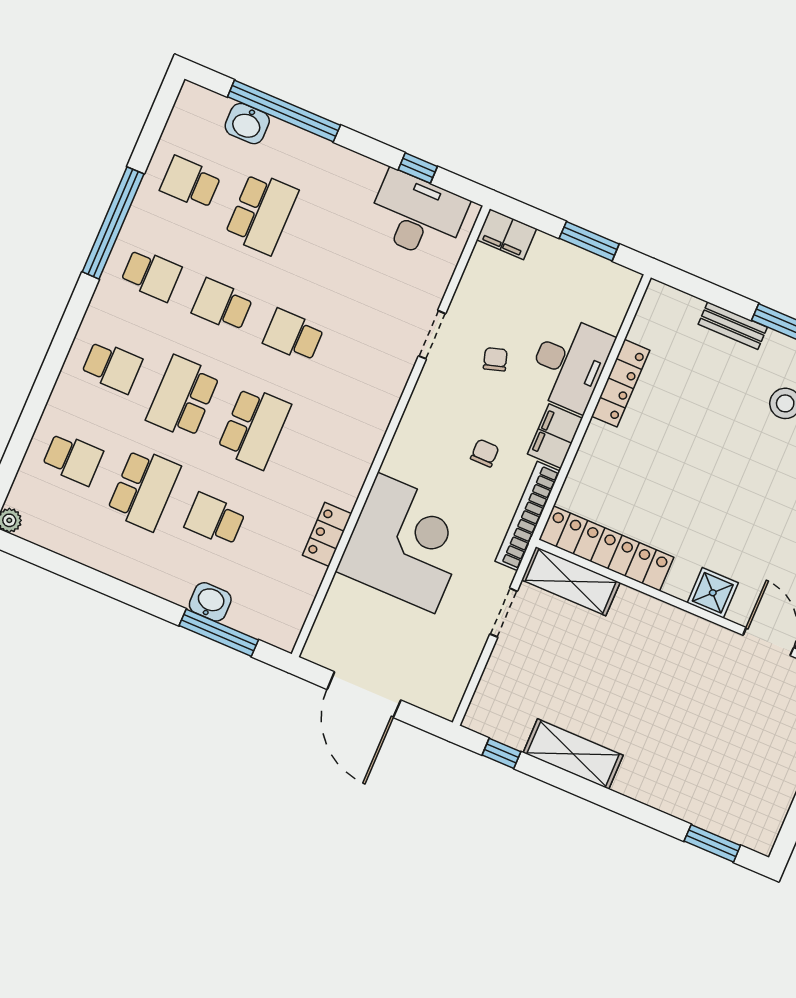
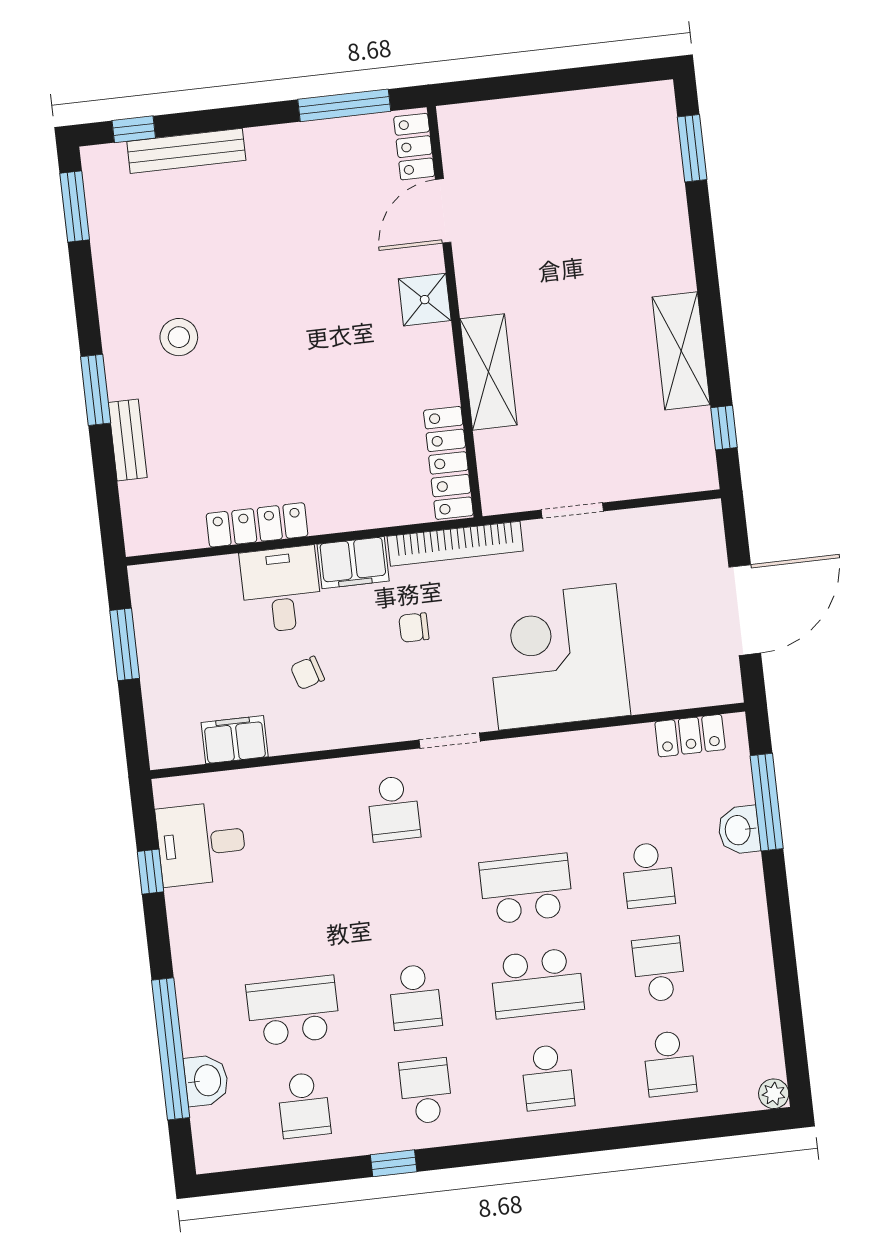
desk: (417, 215) -> (201, 844), width x0.73
window: (113, 223) -> (394, 1163), width x0.32
filing cabinet: (507, 234) -> (235, 740), moved, turned -90
school desk: (293, 335) -> (394, 809), moved
doorway: (432, 335) -> (450, 741), moved
desk: (570, 364) -> (281, 589), width x0.73
school desk: (112, 367) -> (548, 1077), turned 180
school desk: (73, 459) -> (670, 1063), turned 180
school desk: (144, 489) -> (659, 969), width x0.54
locker: (327, 534) -> (690, 736), moved
locker: (606, 548) -> (448, 463), width x0.71, depth x0.83
shelving: (571, 581) -> (489, 372), moved

